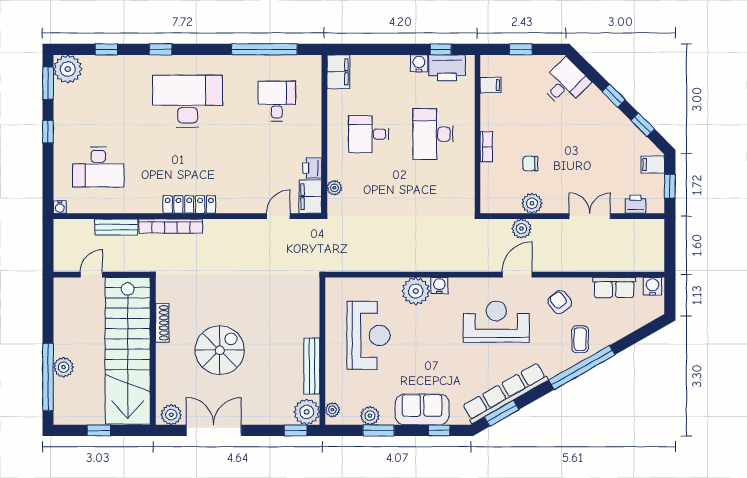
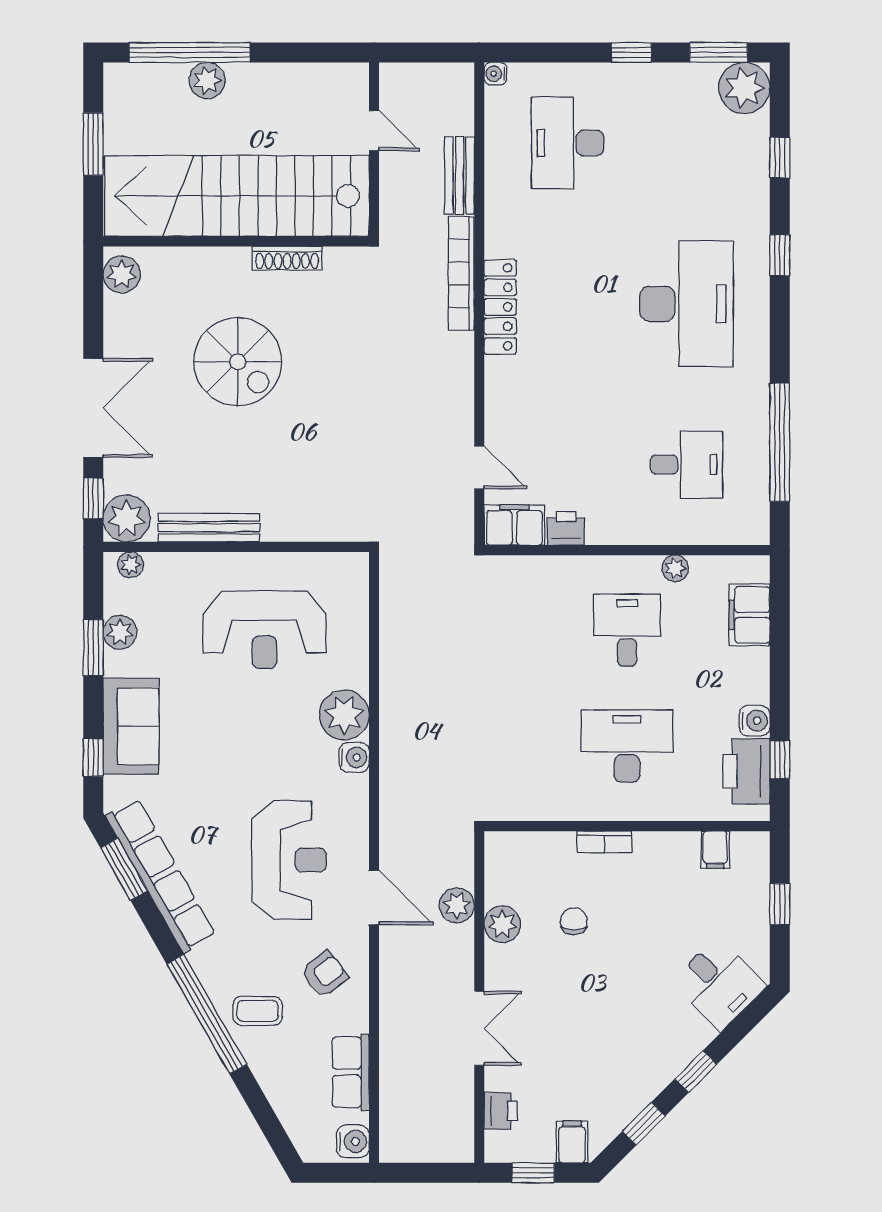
filing cabinet: (338, 72) -> (749, 615), moved, turned 90
plant: (334, 188) -> (675, 568), moved
window: (99, 430) -> (93, 144), width x1.50
double door: (214, 430) -> (93, 408), moved

